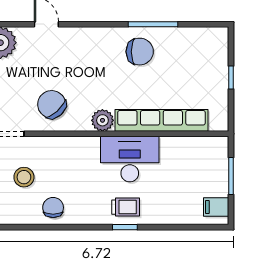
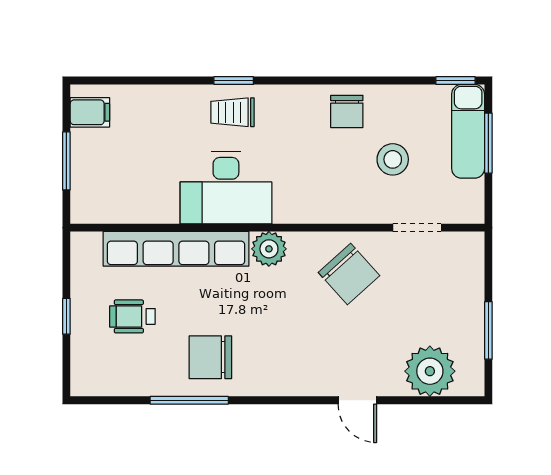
wheelchair: (189, 77) -> (132, 316), added

